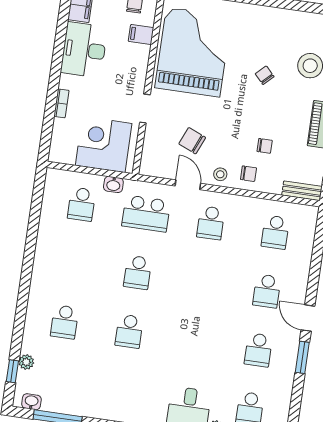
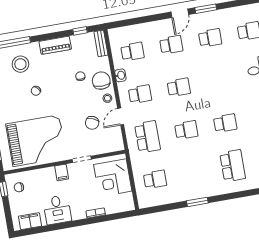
filing cabinet: (141, 35) -> (62, 172), moved
desk: (84, 50) -> (57, 210), width x0.73
grand piano: (193, 52) -> (36, 141), turned 180
chair: (248, 174) -> (101, 81), width x1.87, depth x1.87
washbasin: (113, 184) -> (120, 75), moved
window: (29, 254) -> (197, 202), added
school desk: (202, 282) -> (179, 87), added
school desk: (65, 322) -> (233, 166), width x1.85

